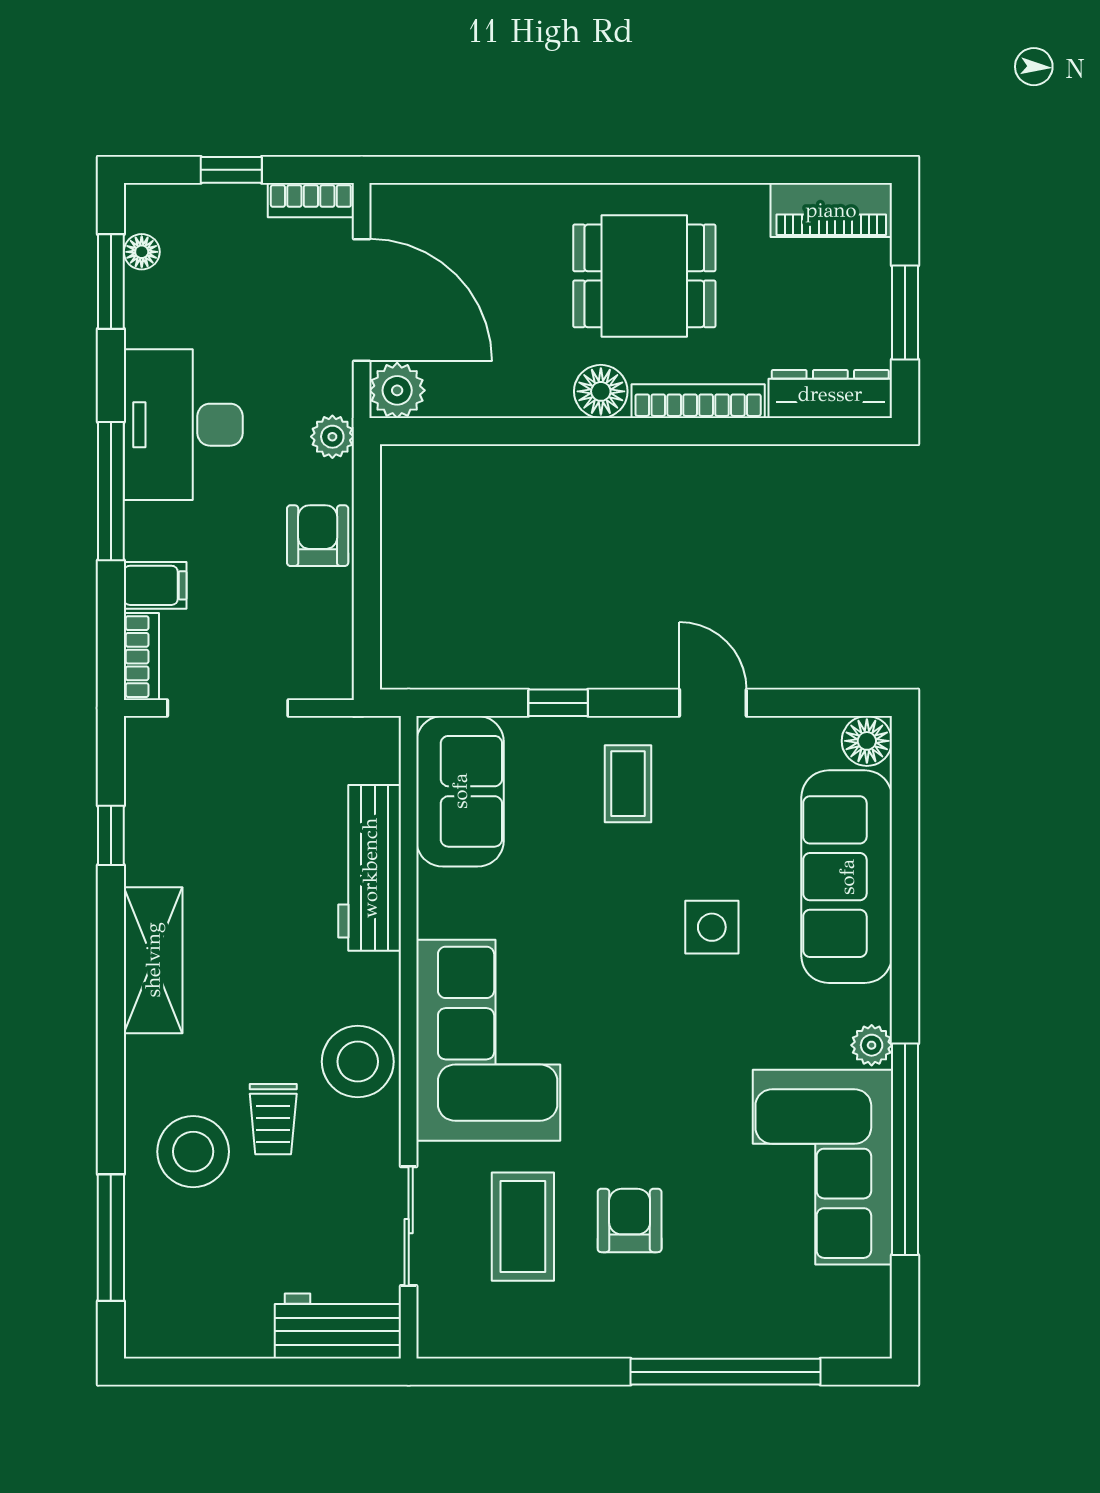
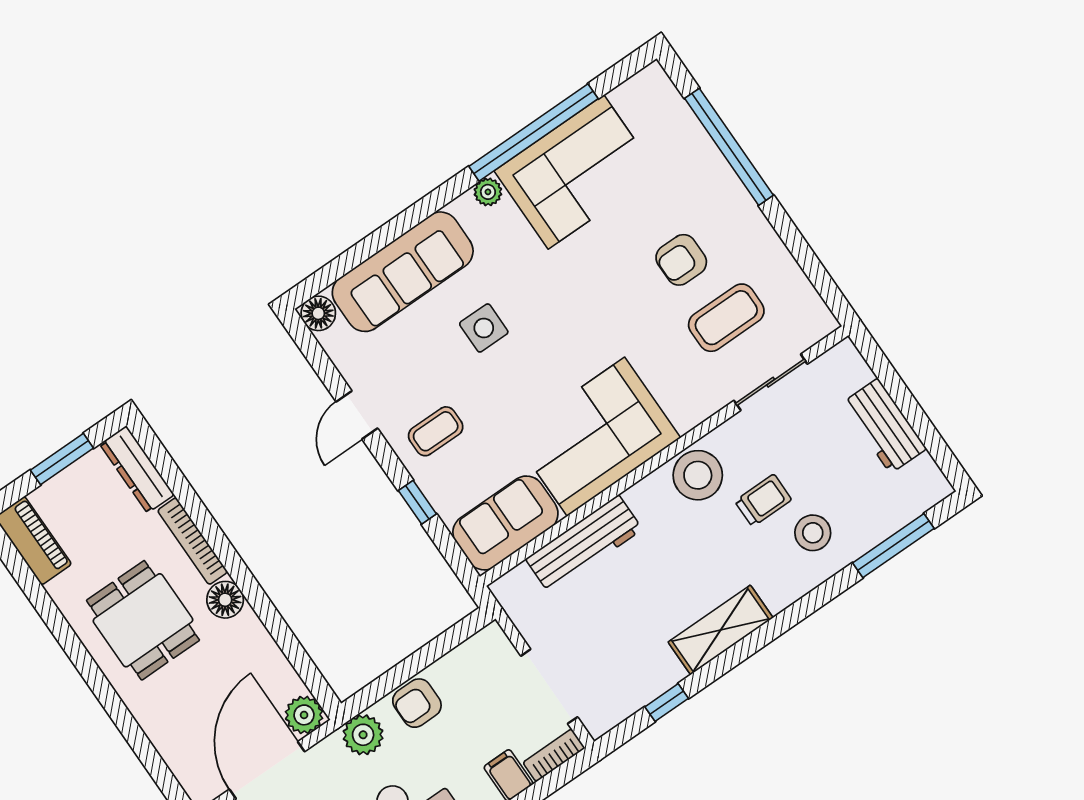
plant: (332, 437) -> (363, 735), width x1.38, depth x1.38
corner sofa: (488, 1040) -> (596, 437), moved
stool: (193, 1152) -> (813, 533), width x0.73, depth x0.73
workbench: (338, 1326) -> (884, 426), moved

